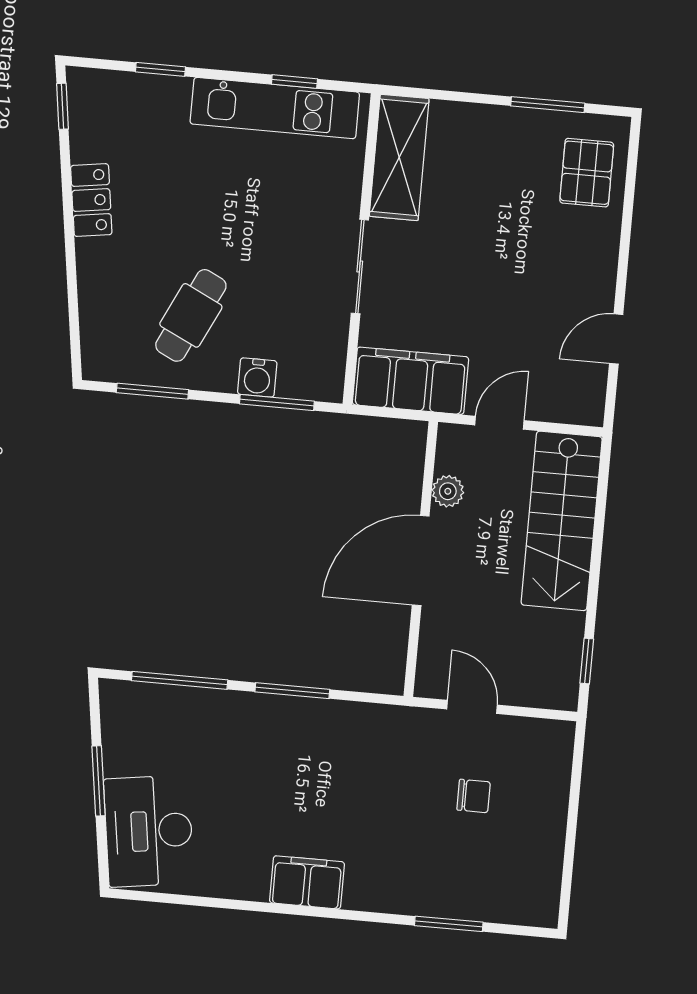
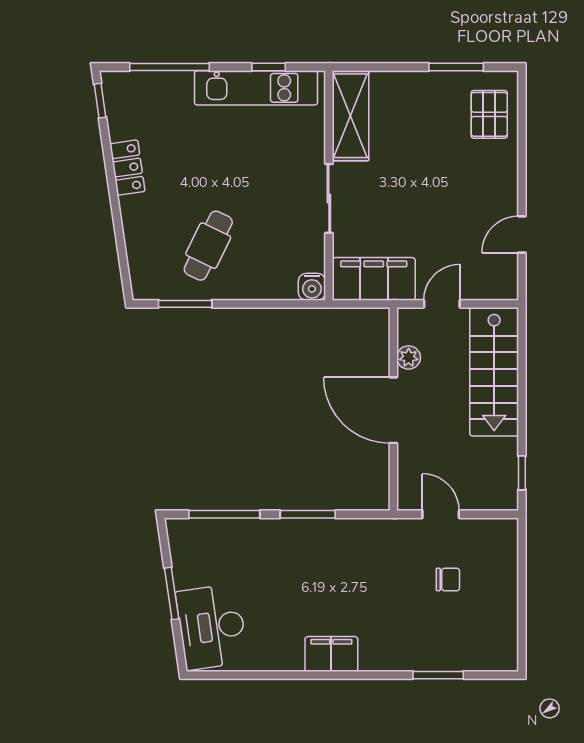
window: (160, 69) -> (169, 67), width x2.17
water cooler: (257, 378) -> (312, 287), moved
window: (277, 403) -> (277, 304), removed
door: (421, 560) -> (393, 410), hinge flipped

